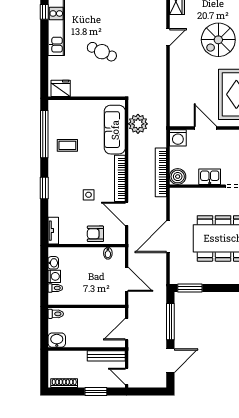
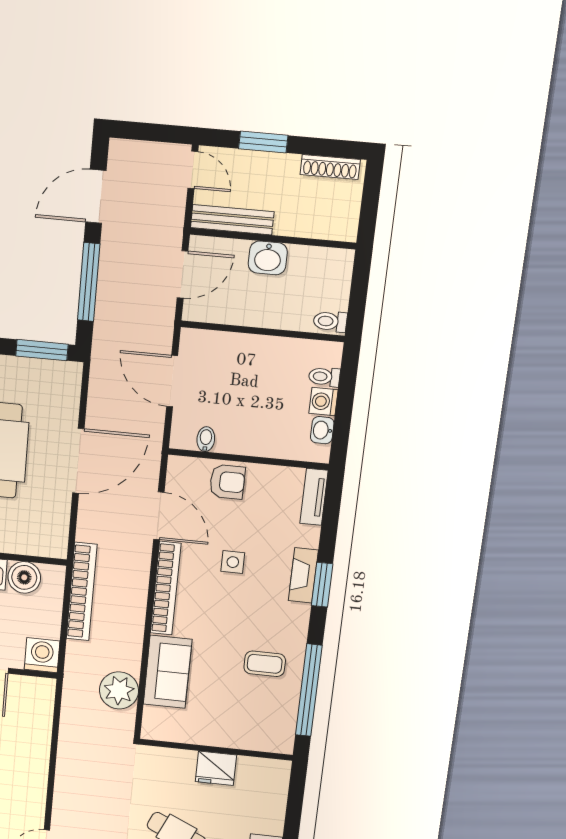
fridge: (61, 88) -> (216, 768), moved
sofa: (115, 130) -> (168, 672), width x0.73
boiler: (178, 177) -> (24, 577), moved
fireplace: (54, 192) -> (303, 575), added
washbasin: (57, 340) -> (268, 258), moved

